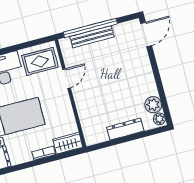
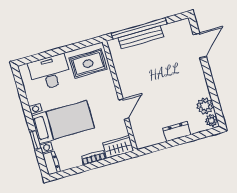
door: (146, 35) -> (200, 46), moved
door: (67, 79) -> (124, 109), moved
dresser: (125, 129) -> (177, 132), width x0.70

